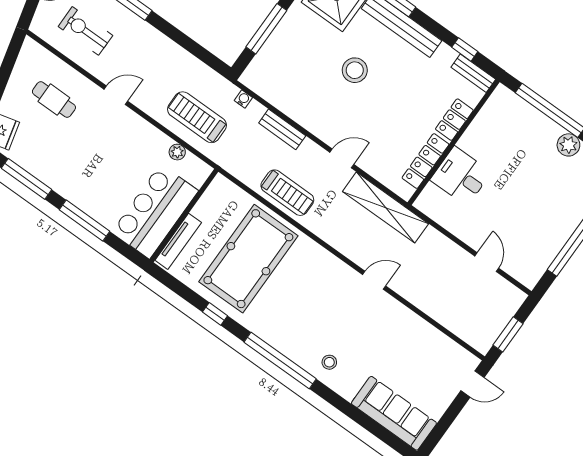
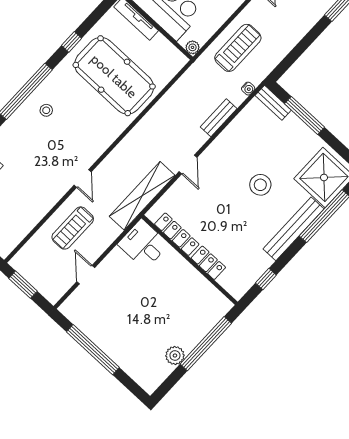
bench: (473, 73) -> (273, 103), moved, turned 90
plant: (177, 152) -> (193, 47), moved
desk: (461, 176) -> (143, 244), moved, turned -90
treadmill: (287, 193) -> (73, 228), moved
door: (487, 262) -> (86, 275), swing flipped
stool: (329, 362) -> (46, 110), moved

